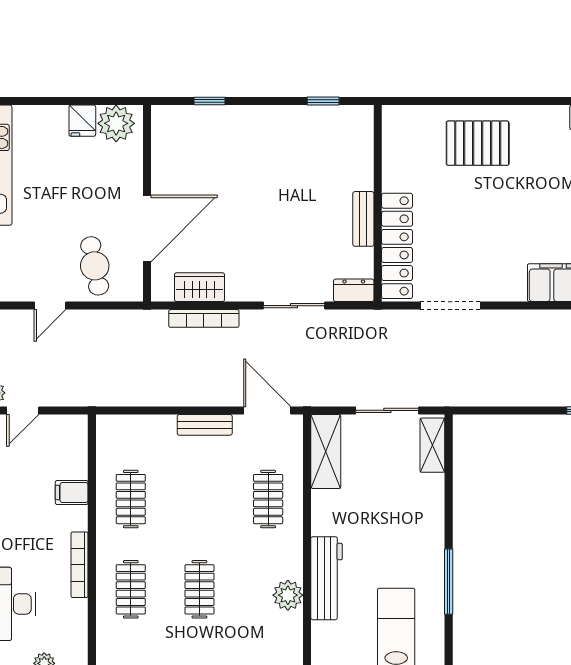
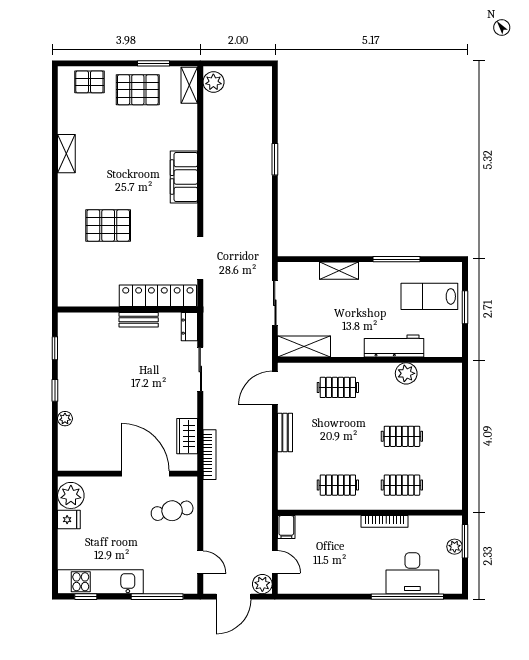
window: (209, 101) -> (55, 390), moved
plant: (224, 115) -> (65, 419), added
pallet: (478, 143) -> (108, 225), moved, turned 90
door: (50, 306) -> (200, 562), moved
bookcase: (204, 318) -> (209, 455), moved
shelving: (432, 445) -> (339, 271), moved
filing cabinet: (72, 492) -> (286, 527), moved

